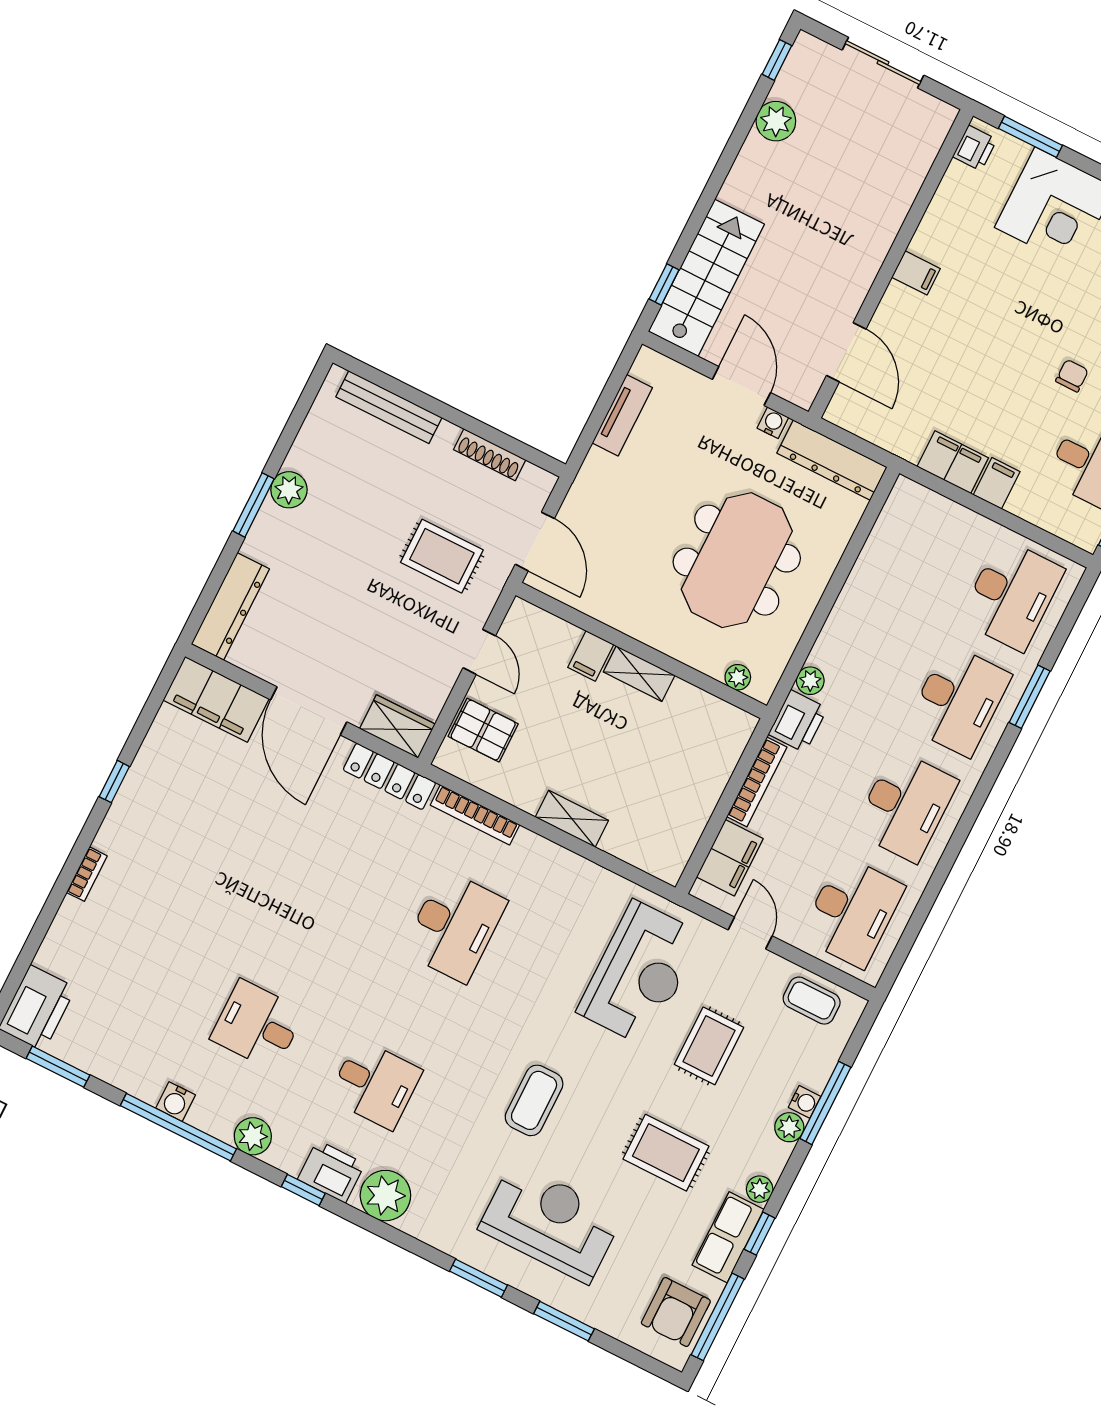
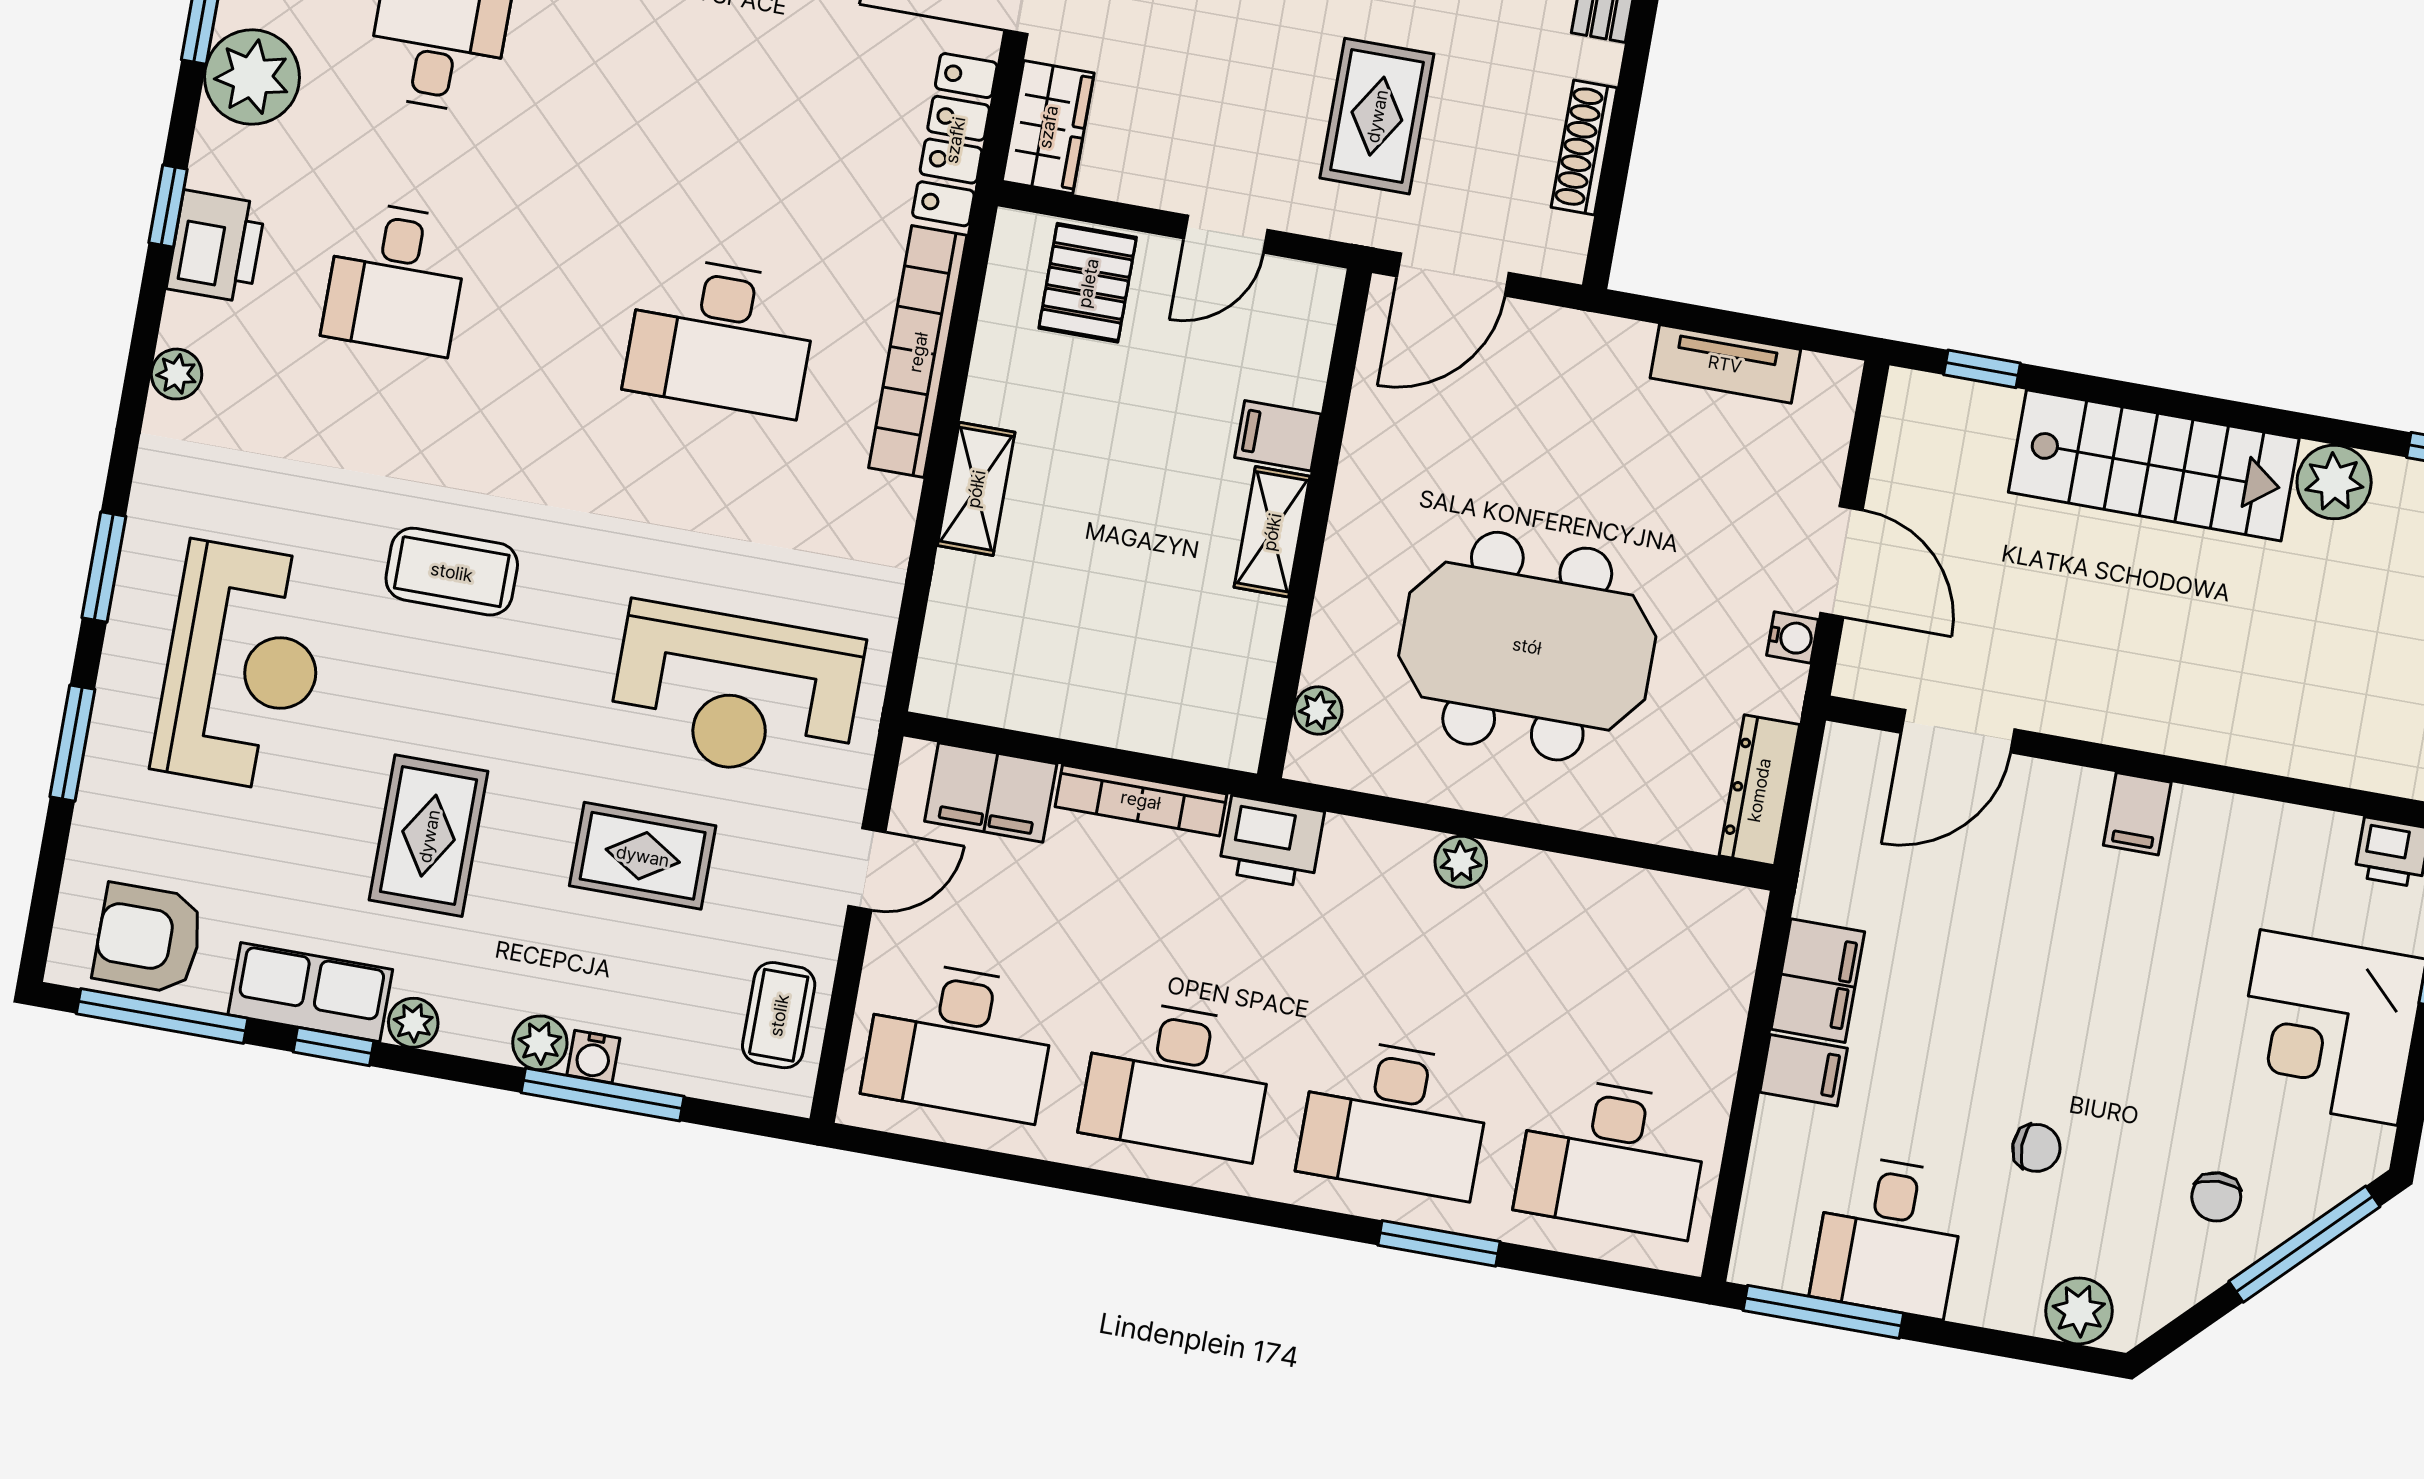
stairs: (706, 278) -> (2154, 465), moved
door: (741, 386) -> (1841, 562), hinge flipped
dresser: (832, 460) -> (1759, 790), width x0.73, depth x0.80
plant: (810, 681) -> (1461, 862), moved
bookcase: (475, 815) -> (918, 352), width x1.48, depth x1.31
plant: (253, 1136) -> (252, 77), width x1.36, depth x1.36
plant: (385, 1196) -> (177, 374), width x0.53, depth x0.53

